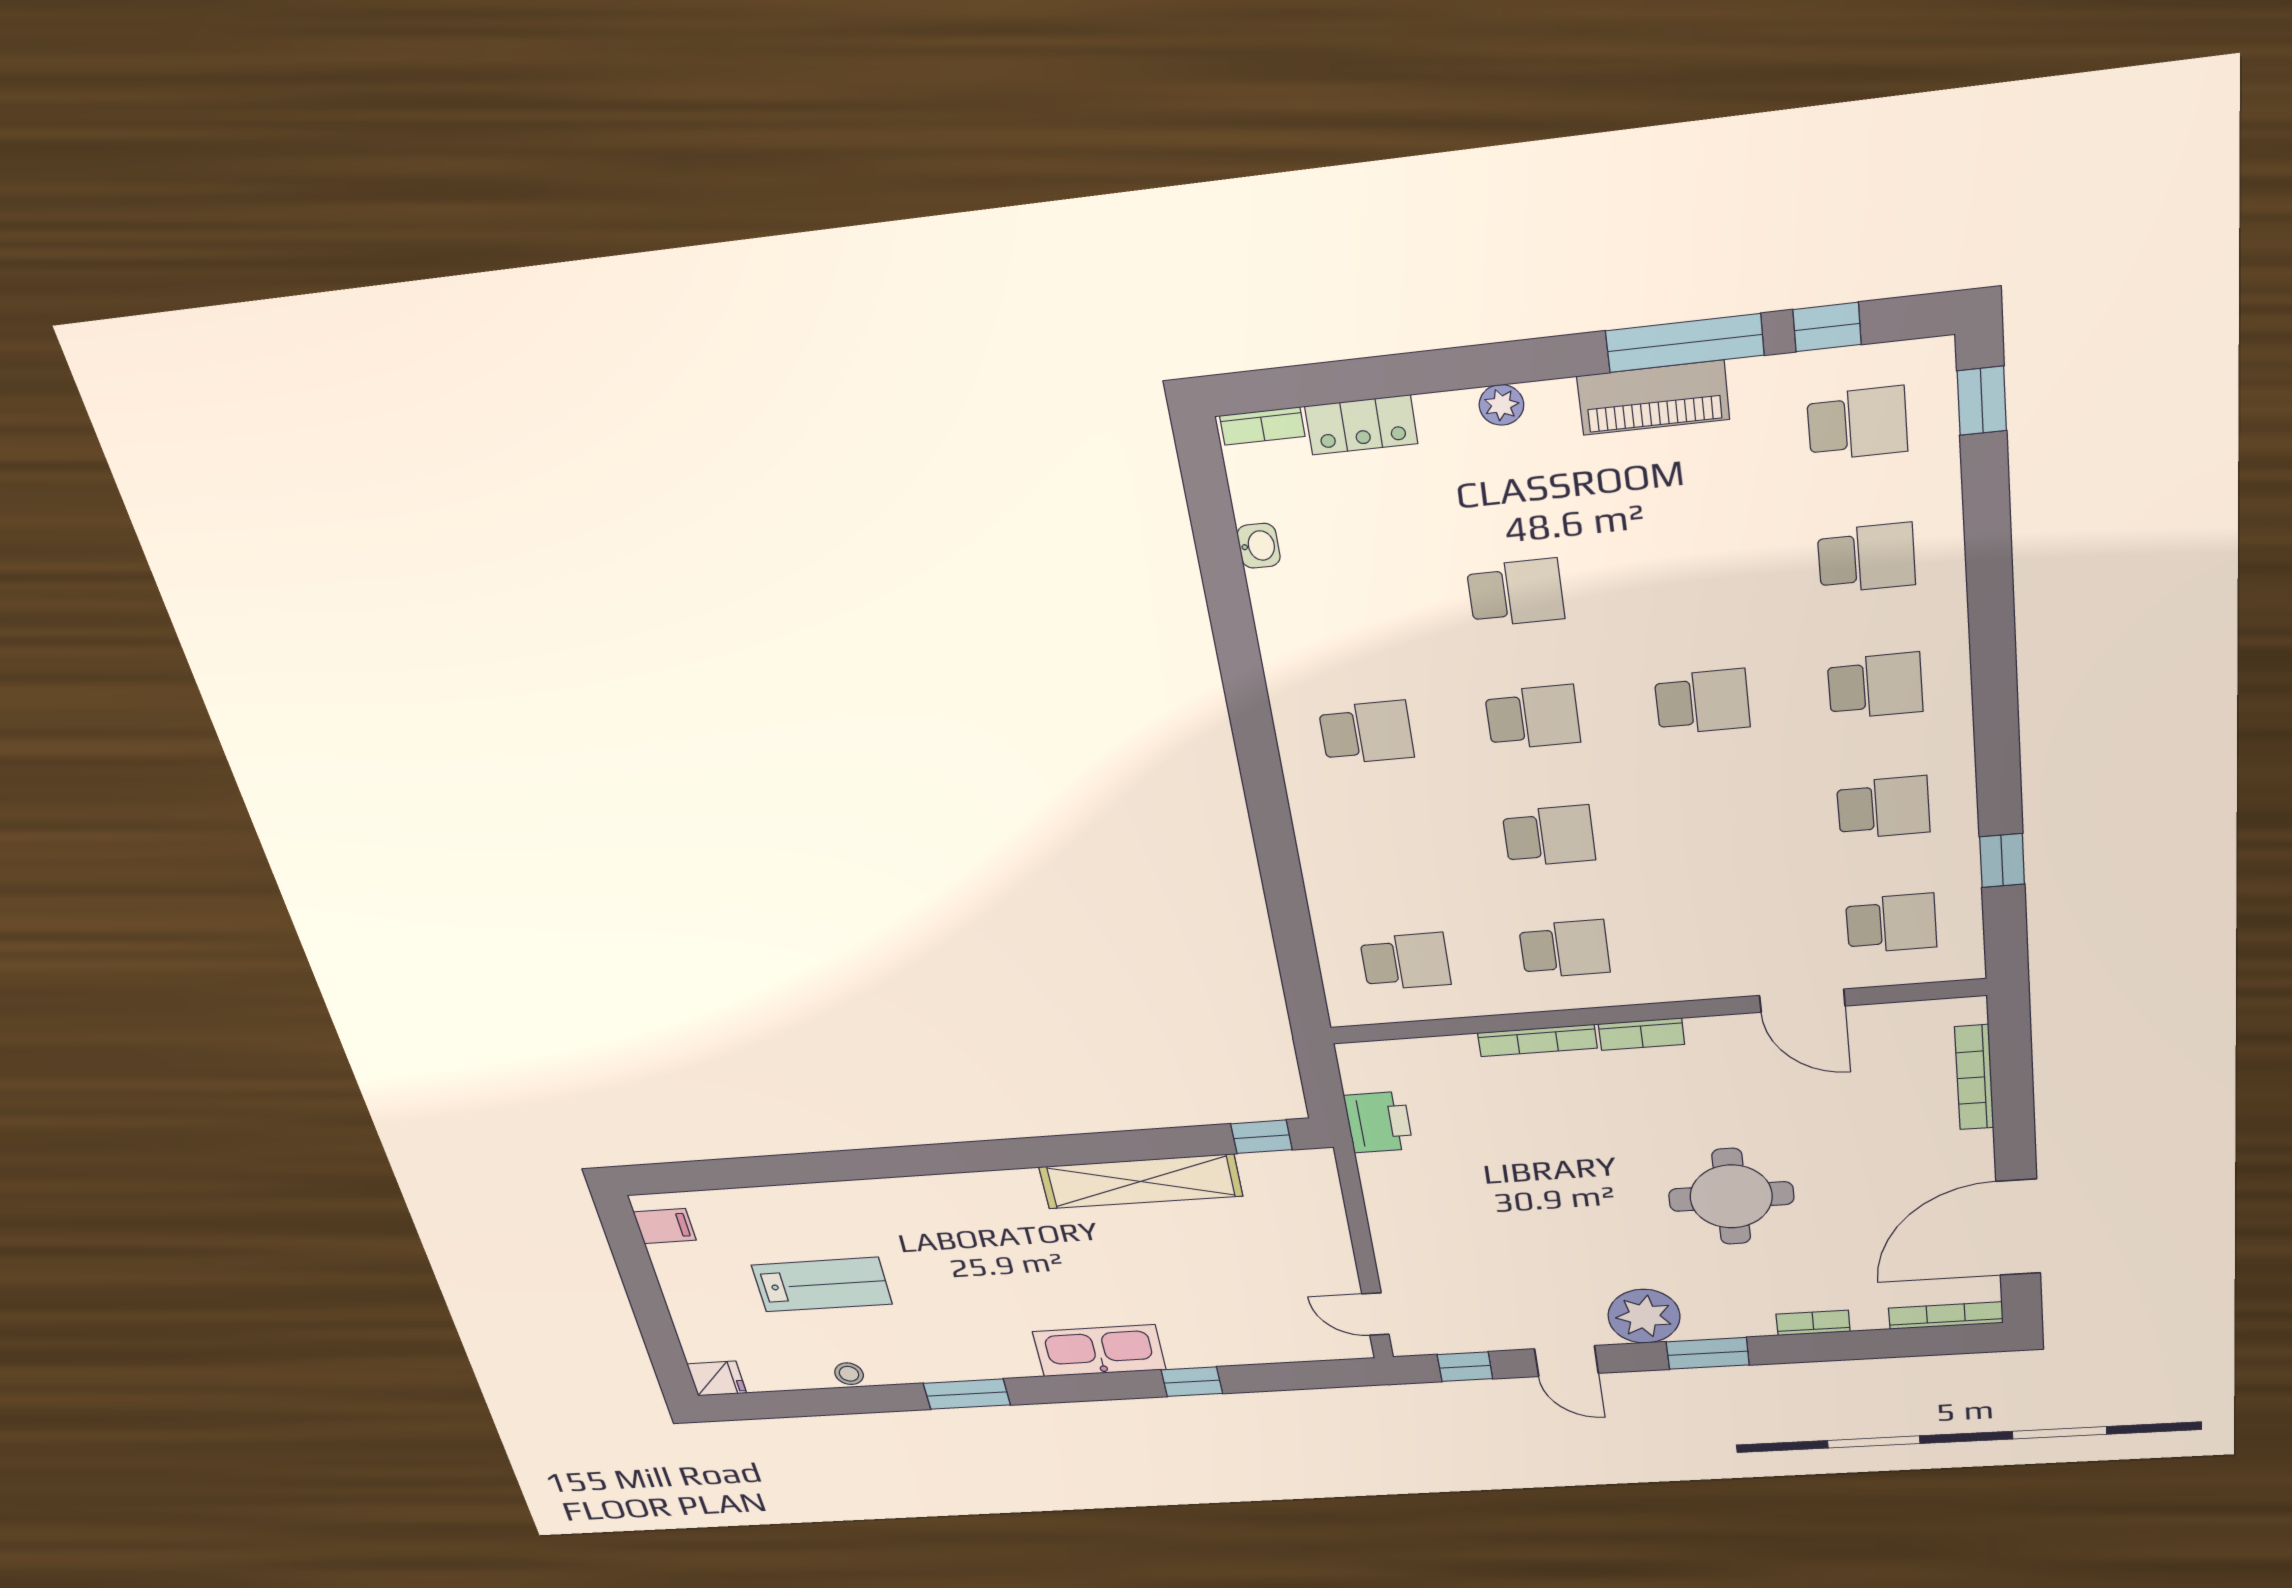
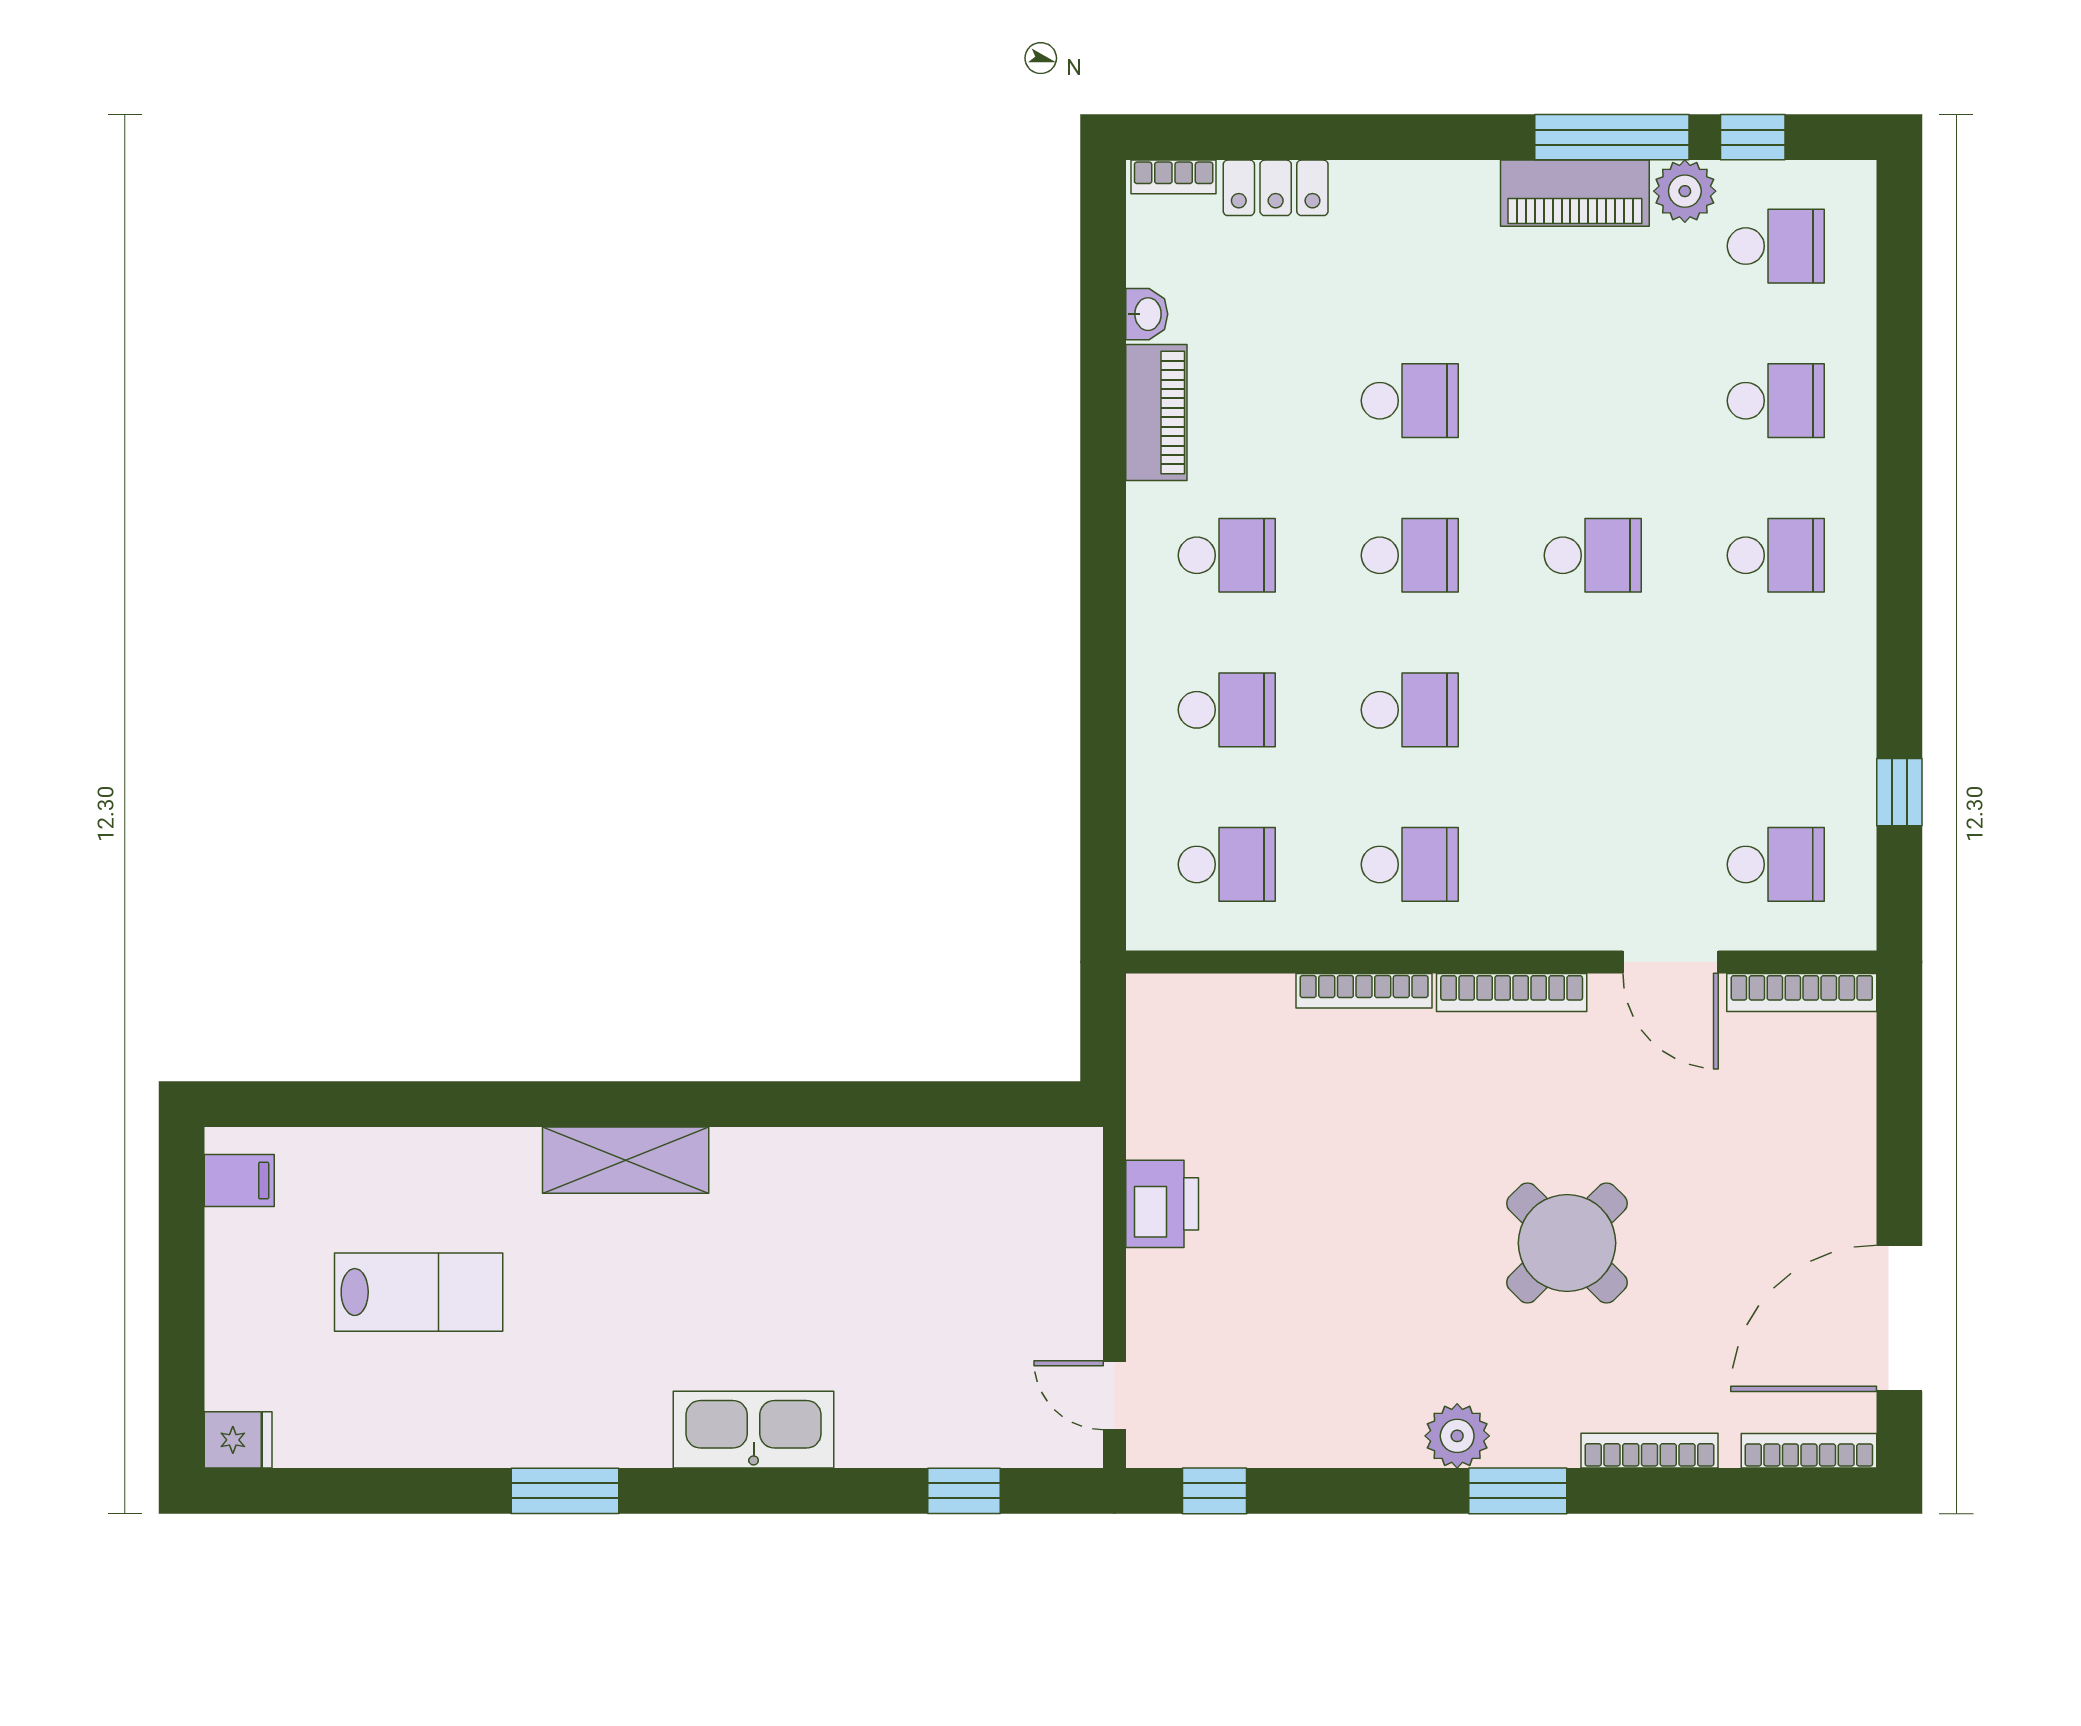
window: (1982, 401) -> (1899, 236), removed
plant: (1501, 405) -> (1685, 191), moved, width x1.38, depth x1.38
piano: (1282, 626) -> (1156, 413), added
school desk: (1883, 807) -> (1227, 710), moved
bookcase: (1641, 1034) -> (1512, 993), width x1.56
bookcase: (1974, 1077) -> (1802, 992), moved, turned -90
printer: (1379, 1122) -> (1162, 1204), moved
window: (1262, 1137) -> (1018, 1104), removed
shelving: (1141, 1181) -> (626, 1160), moved, width x0.68
round table: (1731, 1197) -> (1567, 1243), turned 45
plant: (1644, 1316) -> (1457, 1436), width x0.73, depth x0.73
bookcase: (1813, 1323) -> (1649, 1451), width x1.56
door: (1566, 1361) -> (1342, 1491), removed
stool: (849, 1374) -> (417, 1445), removed
window: (1192, 1382) -> (964, 1491), moved

